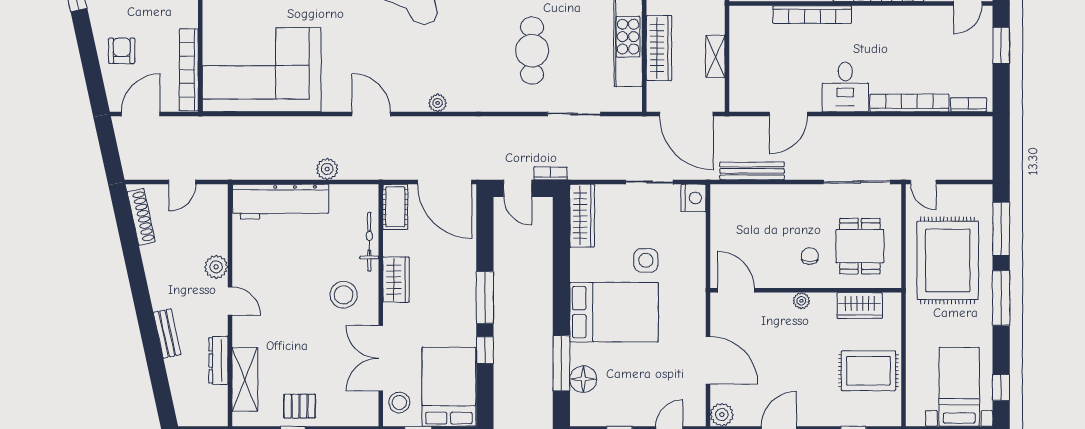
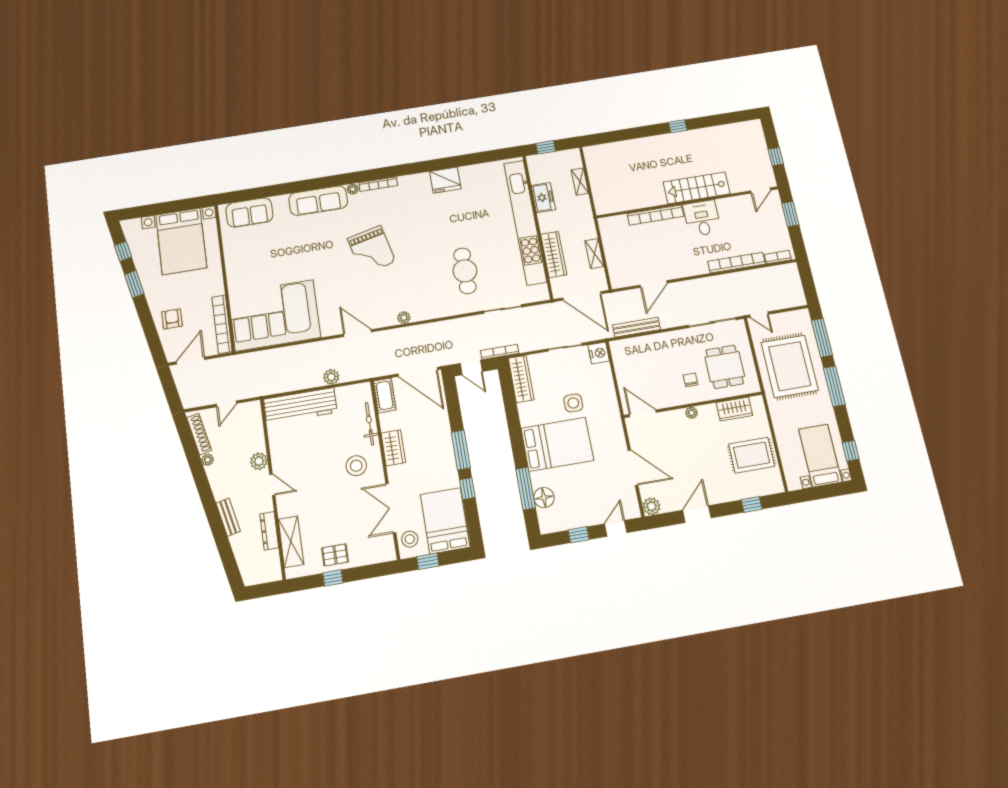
desk: (845, 87) -> (702, 218), moved, turned 180
bookcase: (551, 173) -> (500, 352), width x1.56
plant: (149, 253) -> (208, 460), added

